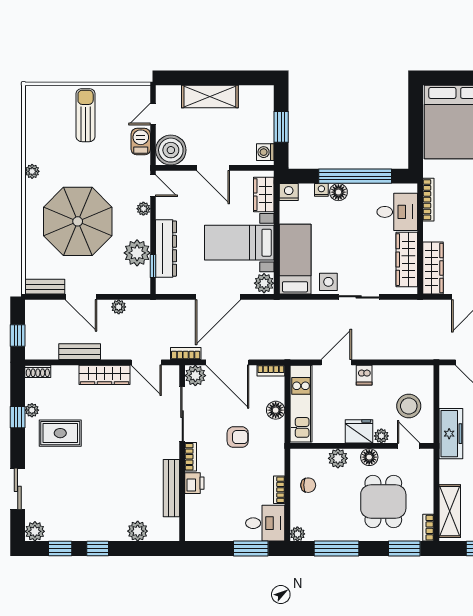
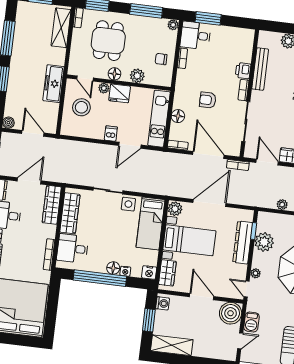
shelving: (210, 96) -> (172, 345), moved
plant: (195, 376) -> (233, 148), removed

